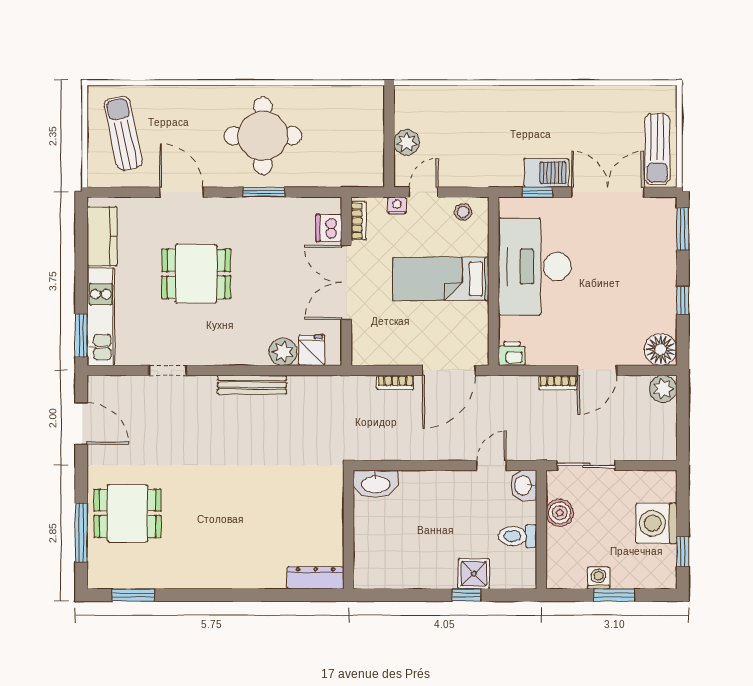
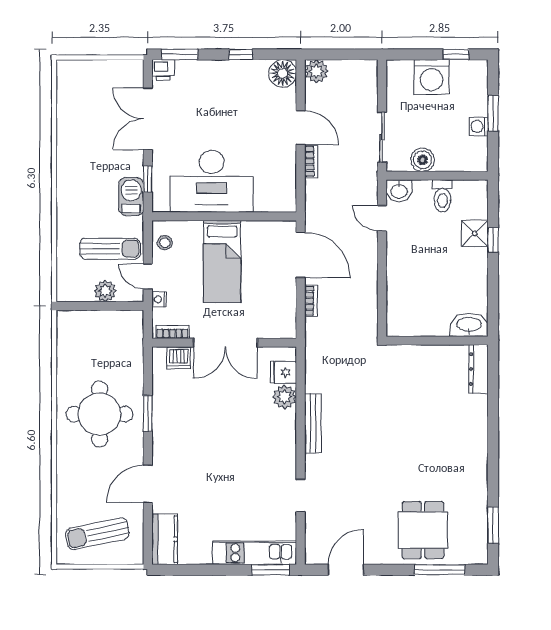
sun lounger: (657, 149) -> (110, 249), moved
barbecue: (546, 173) -> (131, 196), moved
kitchen counter: (102, 236) -> (165, 539), moved, turned 90
dining table: (196, 274) -> (218, 471), removed
printer: (512, 353) -> (163, 70), moved, turned -90
washbasin: (376, 484) -> (469, 325), moved, turned -90

